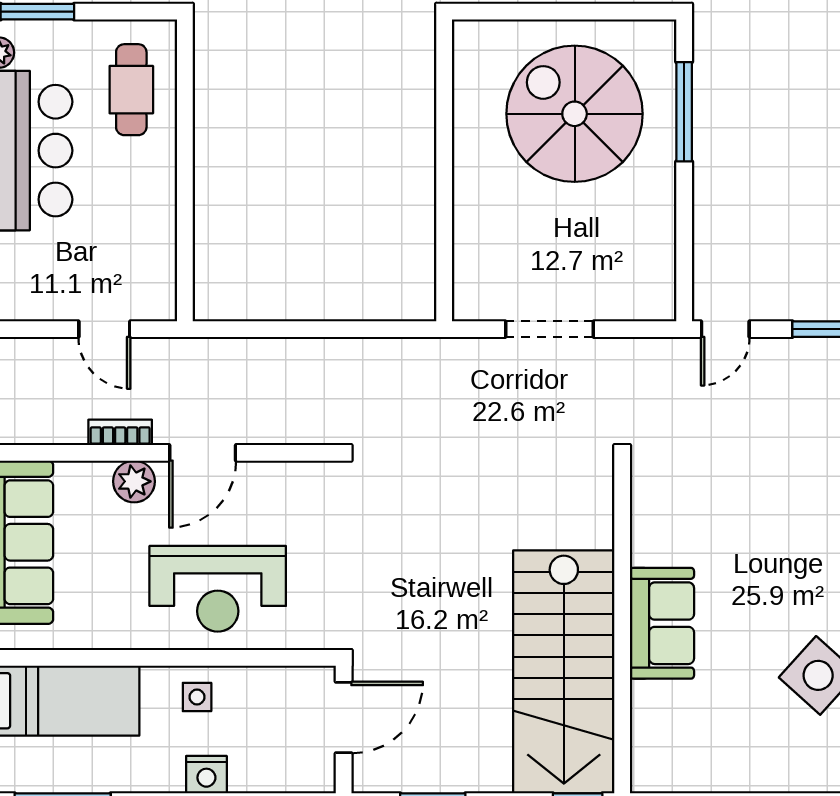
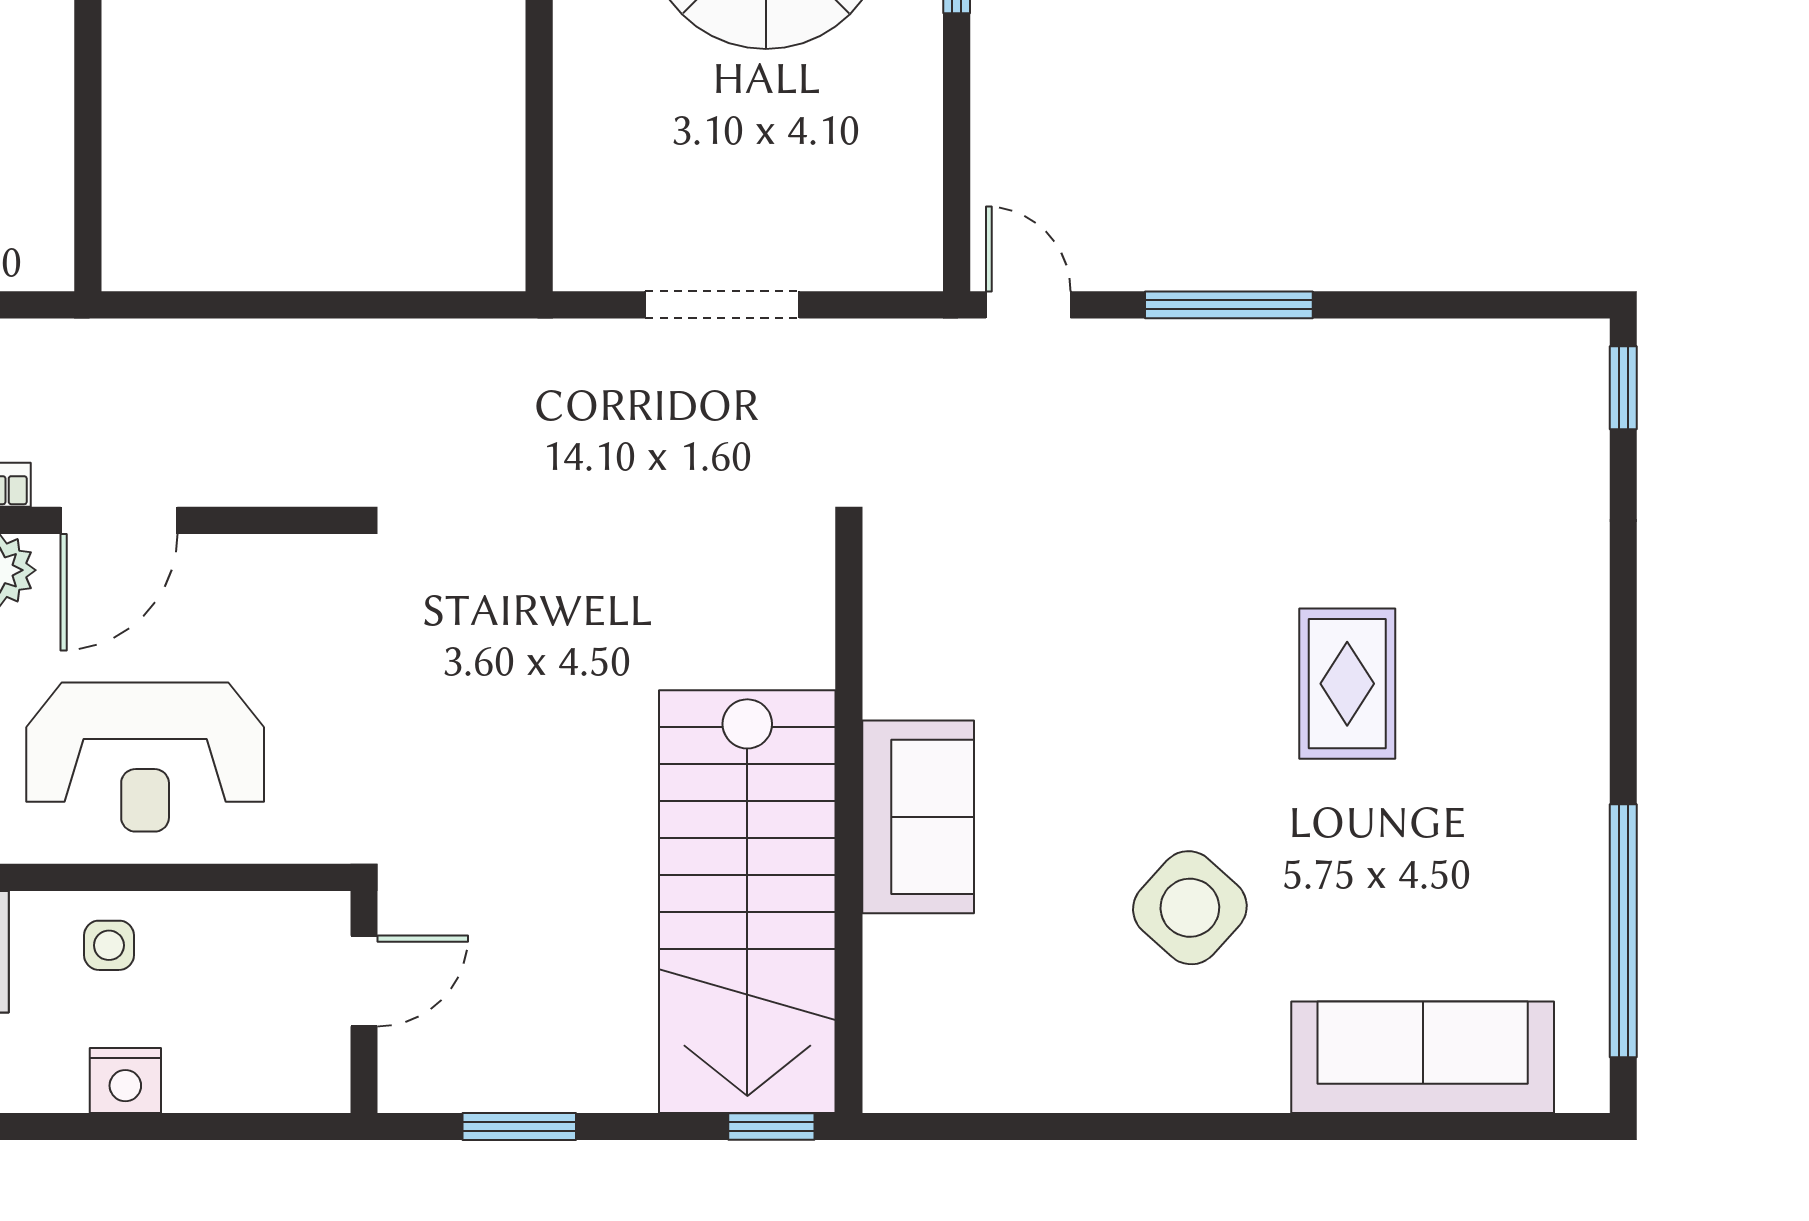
door: (725, 329) -> (1028, 305), swing flipped
door: (344, 718) -> (364, 981), width x0.73

